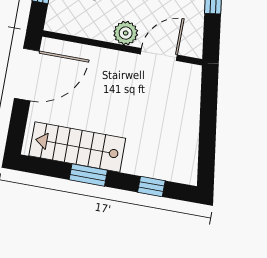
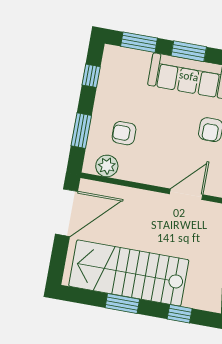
plant: (126, 33) -> (107, 166), moved
stairs: (77, 147) -> (129, 273), width x1.36, depth x1.51

